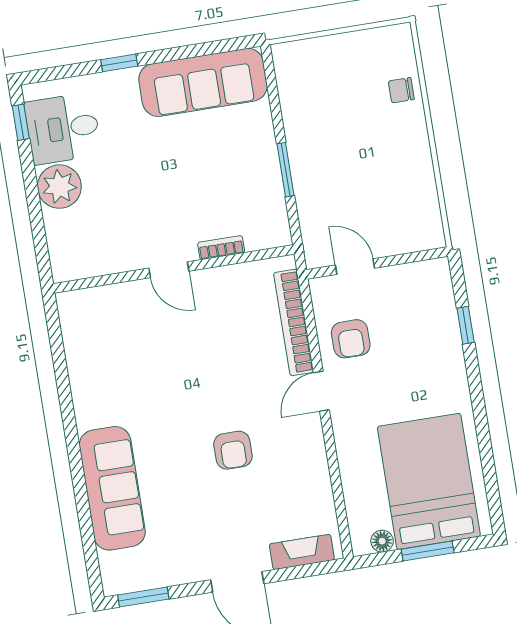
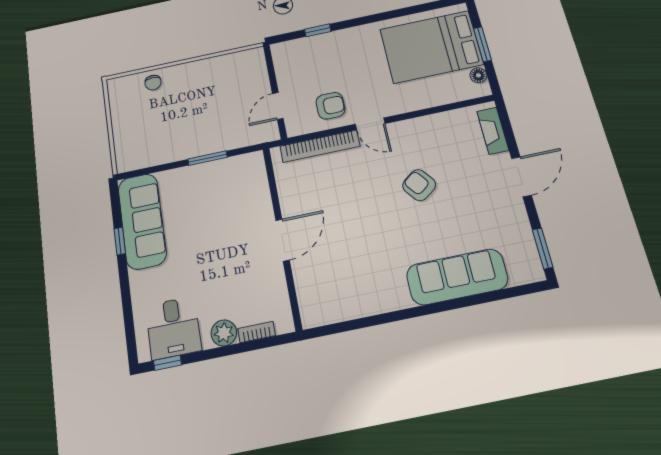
window: (119, 63) -> (120, 241), moved
plant: (59, 187) -> (224, 333), width x0.73, depth x0.73
bookcase: (221, 248) -> (257, 332), moved, turned 90
door: (169, 270) -> (283, 240), width x1.37
armchair: (233, 450) -> (419, 185), turned -127

